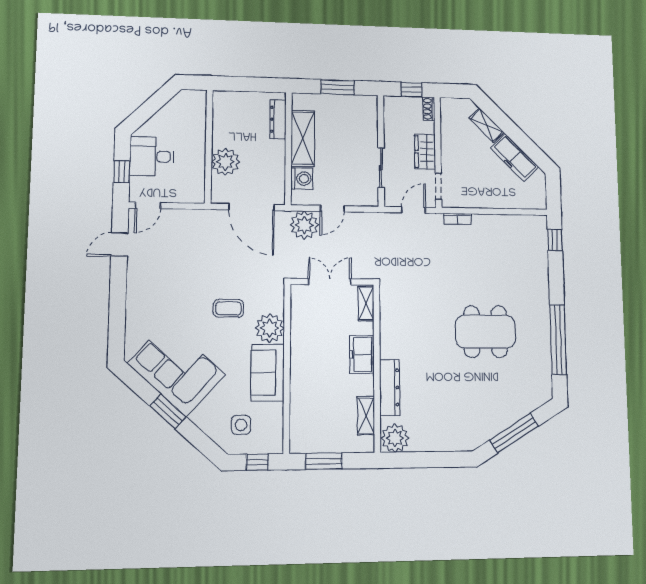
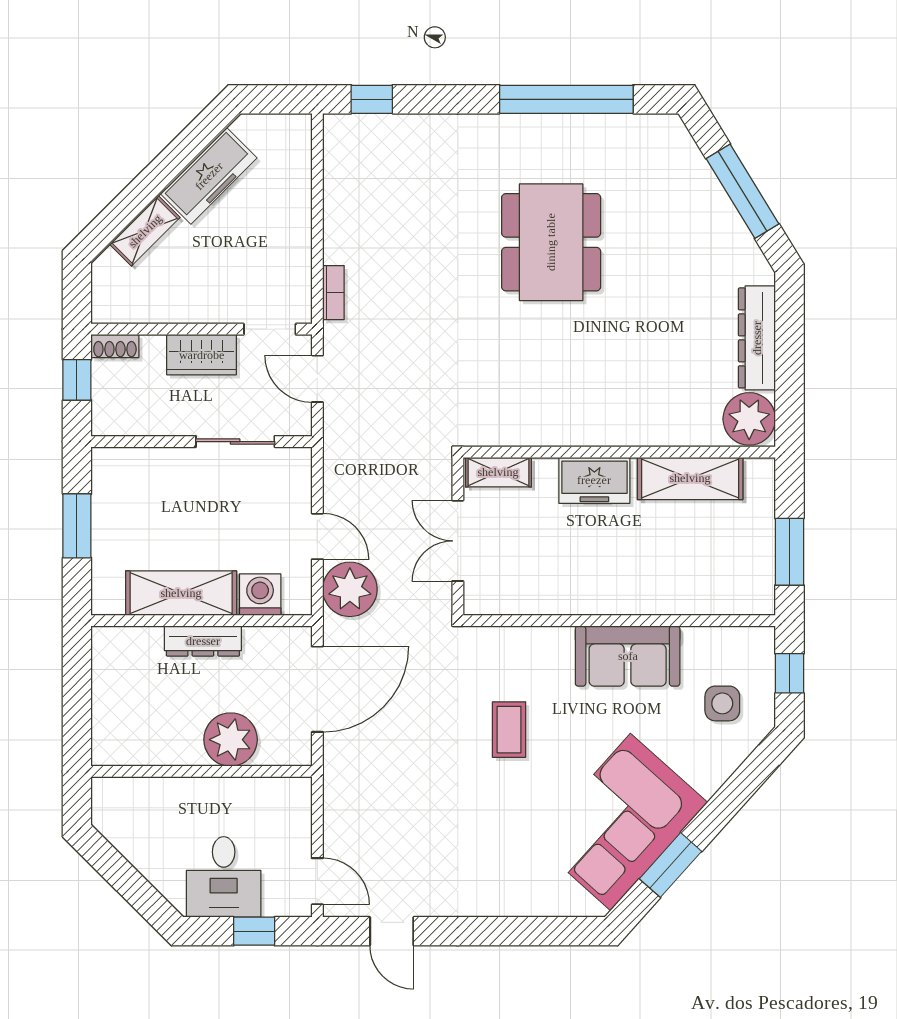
dresser: (278, 119) -> (203, 641), moved
plant: (270, 328) -> (546, 653), removed
dresser: (390, 387) -> (757, 338), moved, turned -90
window: (168, 411) -> (671, 865), moved
shelving: (366, 416) -> (690, 478), width x1.50, depth x1.33

